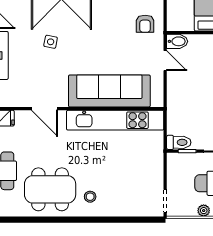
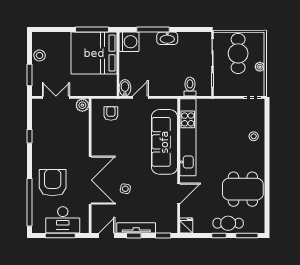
armchair: (145, 24) -> (111, 113), turned -90
toilet: (179, 142) -> (190, 87), moved
dining table: (50, 189) -> (243, 189), turned 90
stool: (90, 197) -> (254, 136), moved

